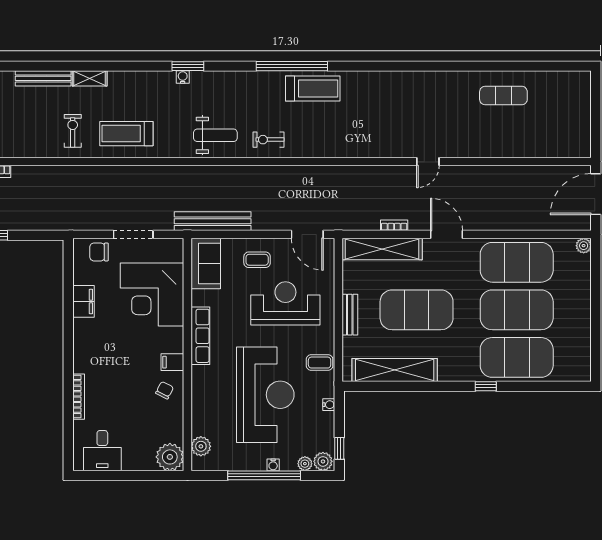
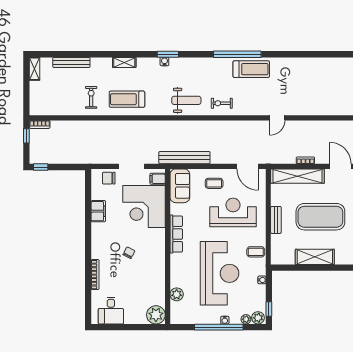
shelving: (90, 78) -> (124, 62), moved
door: (428, 162) -> (277, 118), moved
filing cabinet: (172, 362) -> (158, 179), moved
shelving: (395, 370) -> (315, 257), width x0.68
chair: (165, 390) -> (129, 253), moved
plant: (201, 446) -> (177, 294), moved

